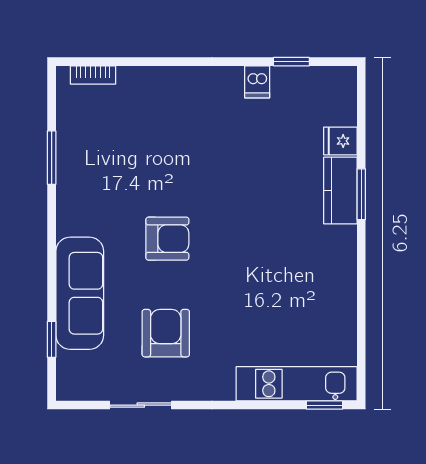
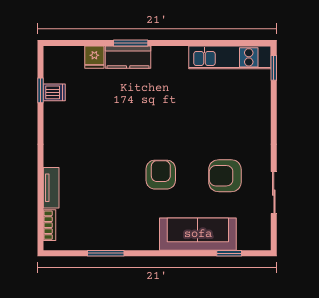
tv unit: (148, 77) -> (51, 188), added
dishwasher: (257, 82) -> (54, 92), moved
kitchen unit: (297, 384) -> (230, 57), moved, turned -90

